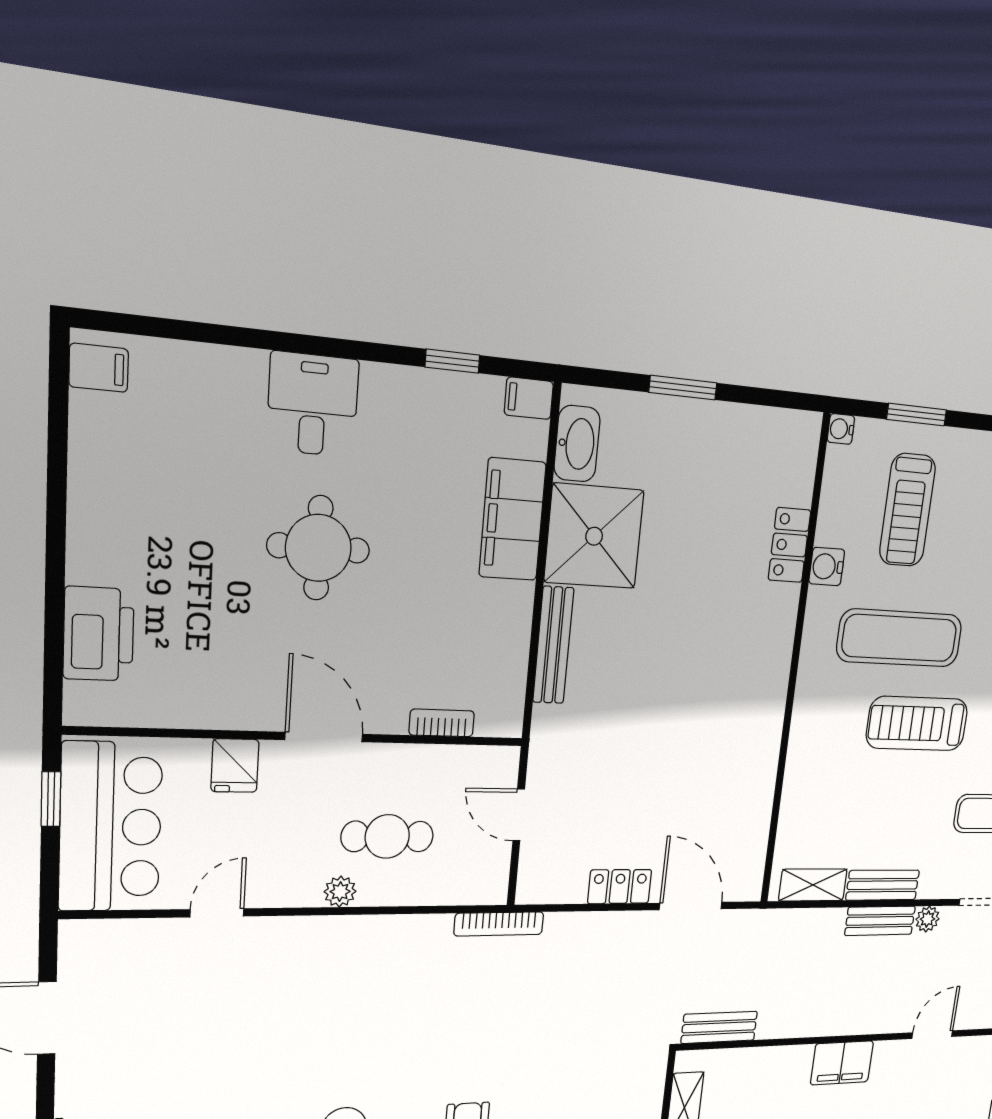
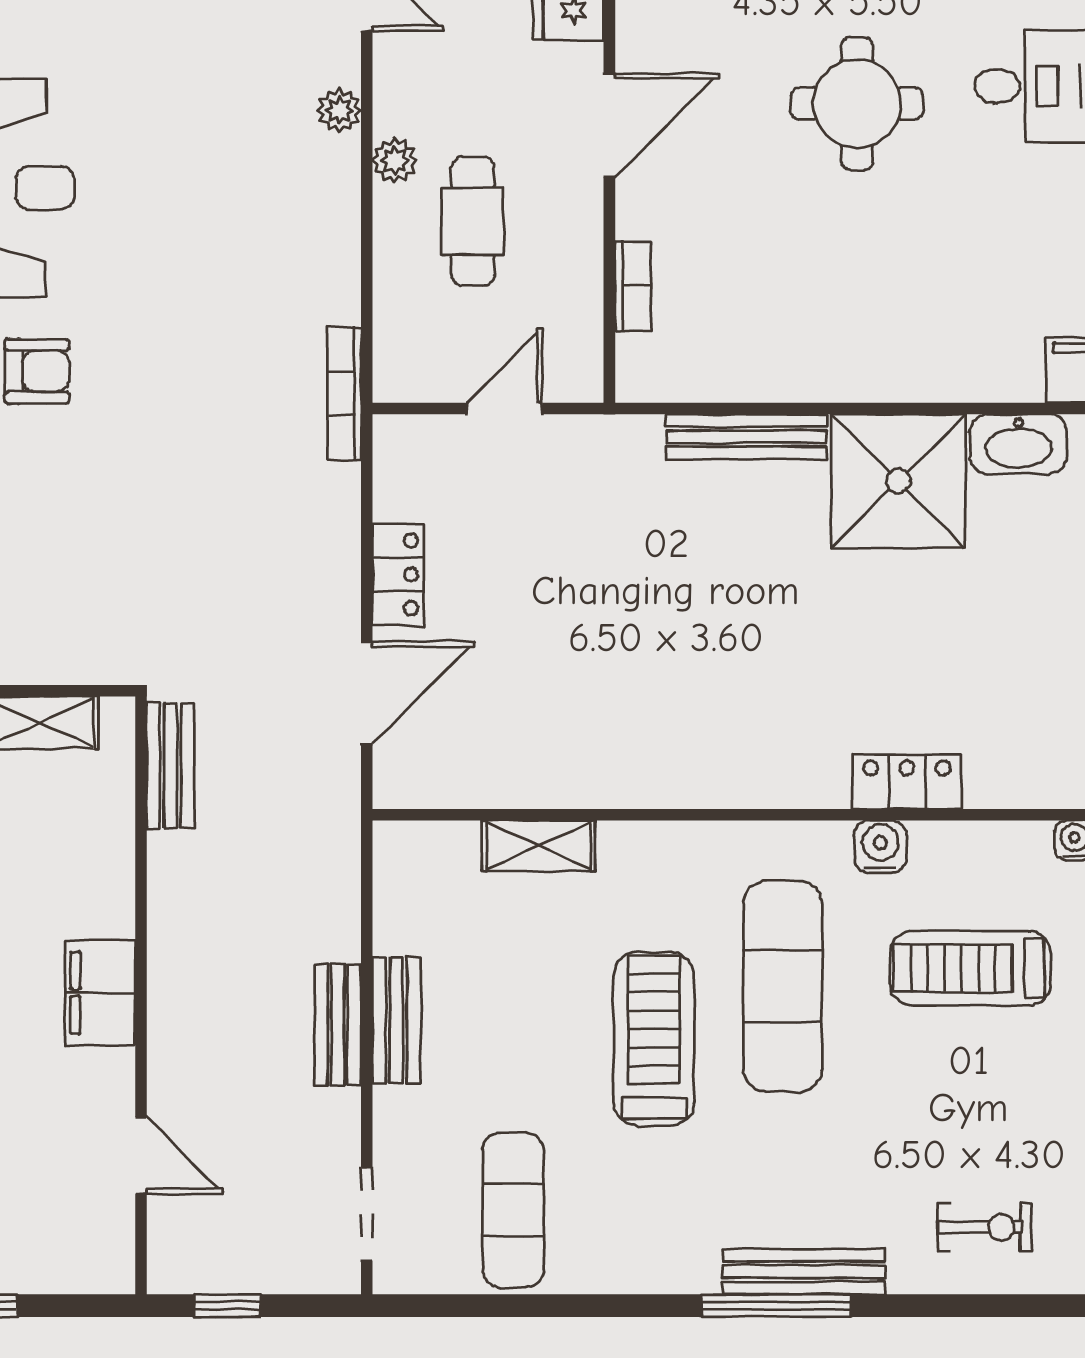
filing cabinet: (513, 520) -> (912, 362), removed
shelving: (813, 885) -> (539, 846), moved, turned 90
plant: (928, 919) -> (339, 110), moved

